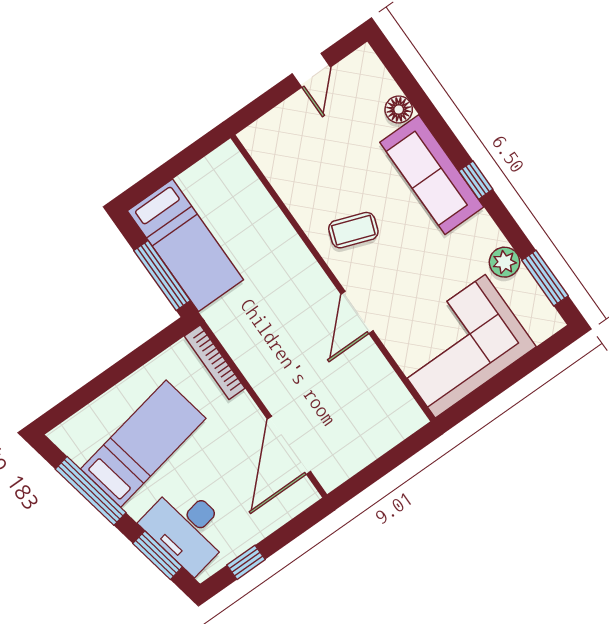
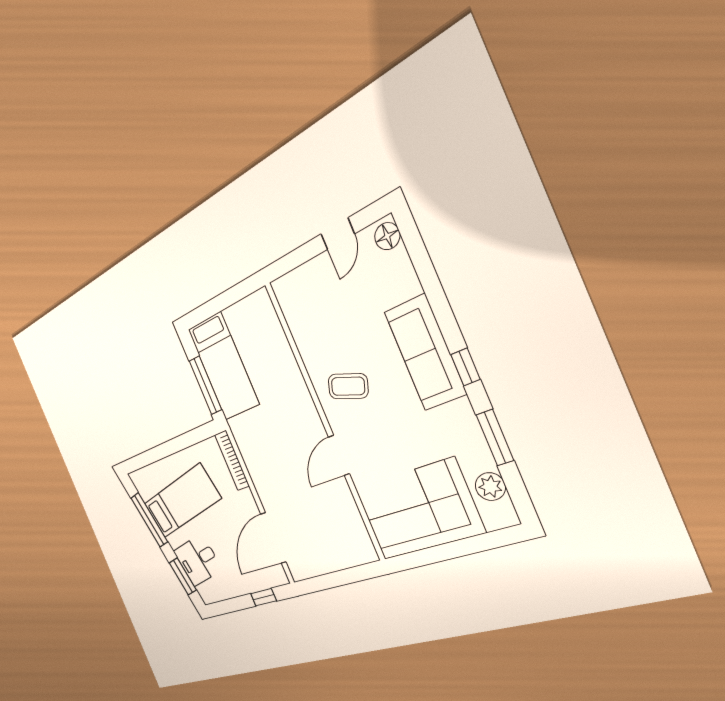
floor lamp: (399, 109) -> (387, 236), moved
plant: (505, 262) -> (490, 487), moved
window: (545, 278) -> (495, 438), moved
desk: (187, 528) -> (198, 560), width x0.73
window: (246, 562) -> (264, 597), moved

